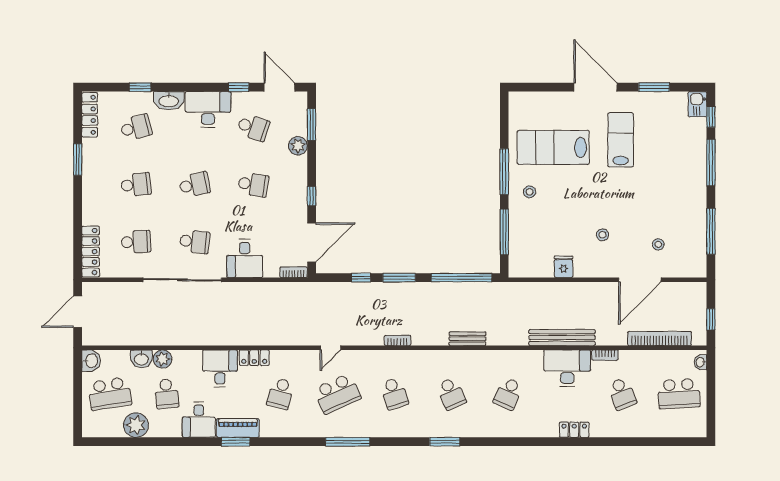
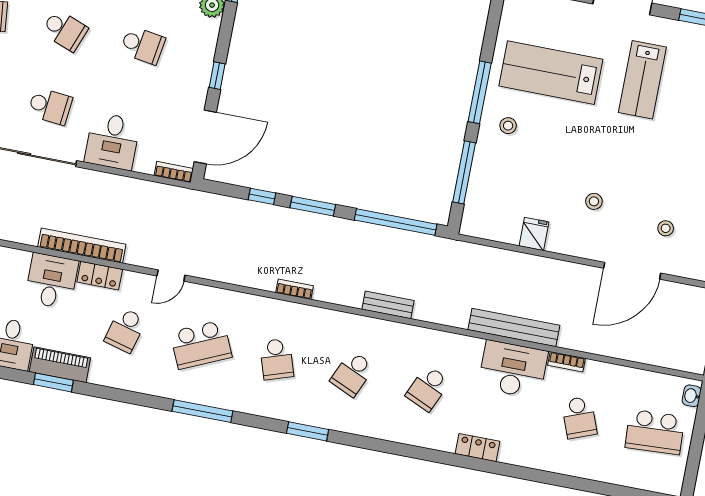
lab bench: (621, 140) -> (642, 80), turned 180
school desk: (195, 185) -> (65, 30), turned 33
bookcase: (660, 338) -> (82, 246), moved
door: (330, 348) -> (171, 276), moved
school desk: (451, 394) -> (352, 374), turned 48
locker: (574, 430) -> (478, 448), moved
window: (445, 442) -> (308, 431), moved

